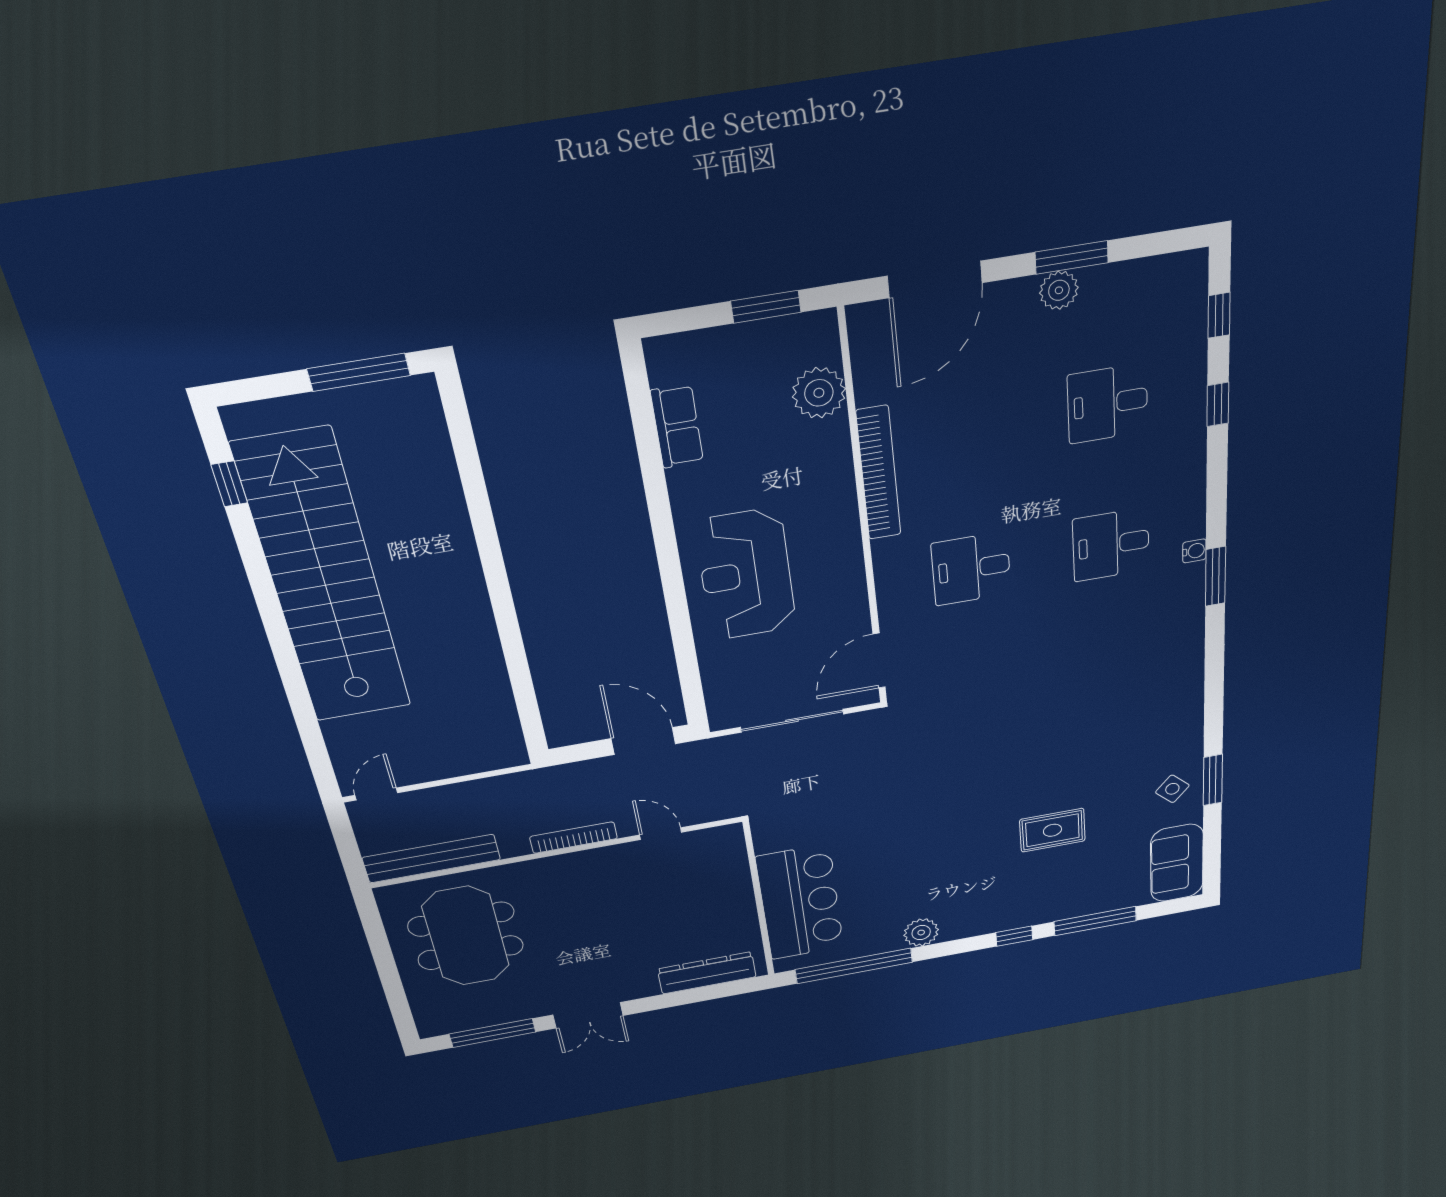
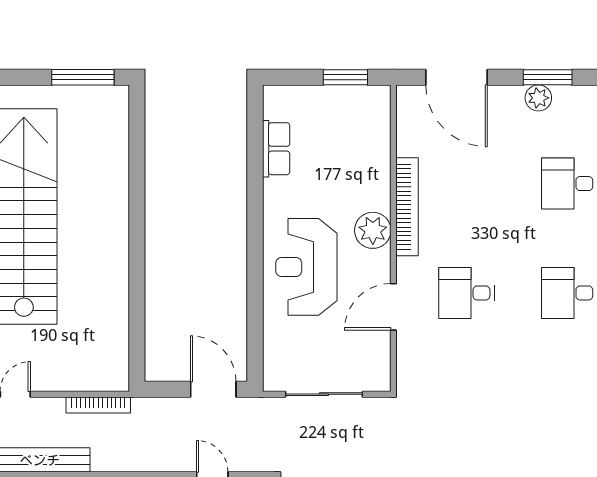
door: (935, 279) -> (457, 77), hinge flipped
plant: (819, 393) -> (373, 230), moved
door: (879, 661) -> (393, 307), moved
bookcase: (574, 838) -> (98, 405), moved, turned 180

